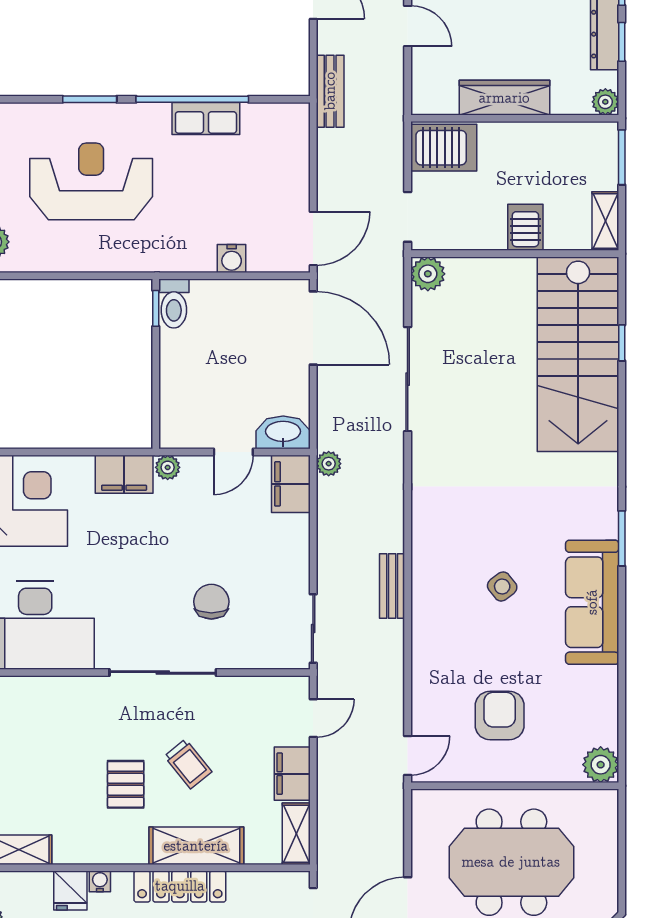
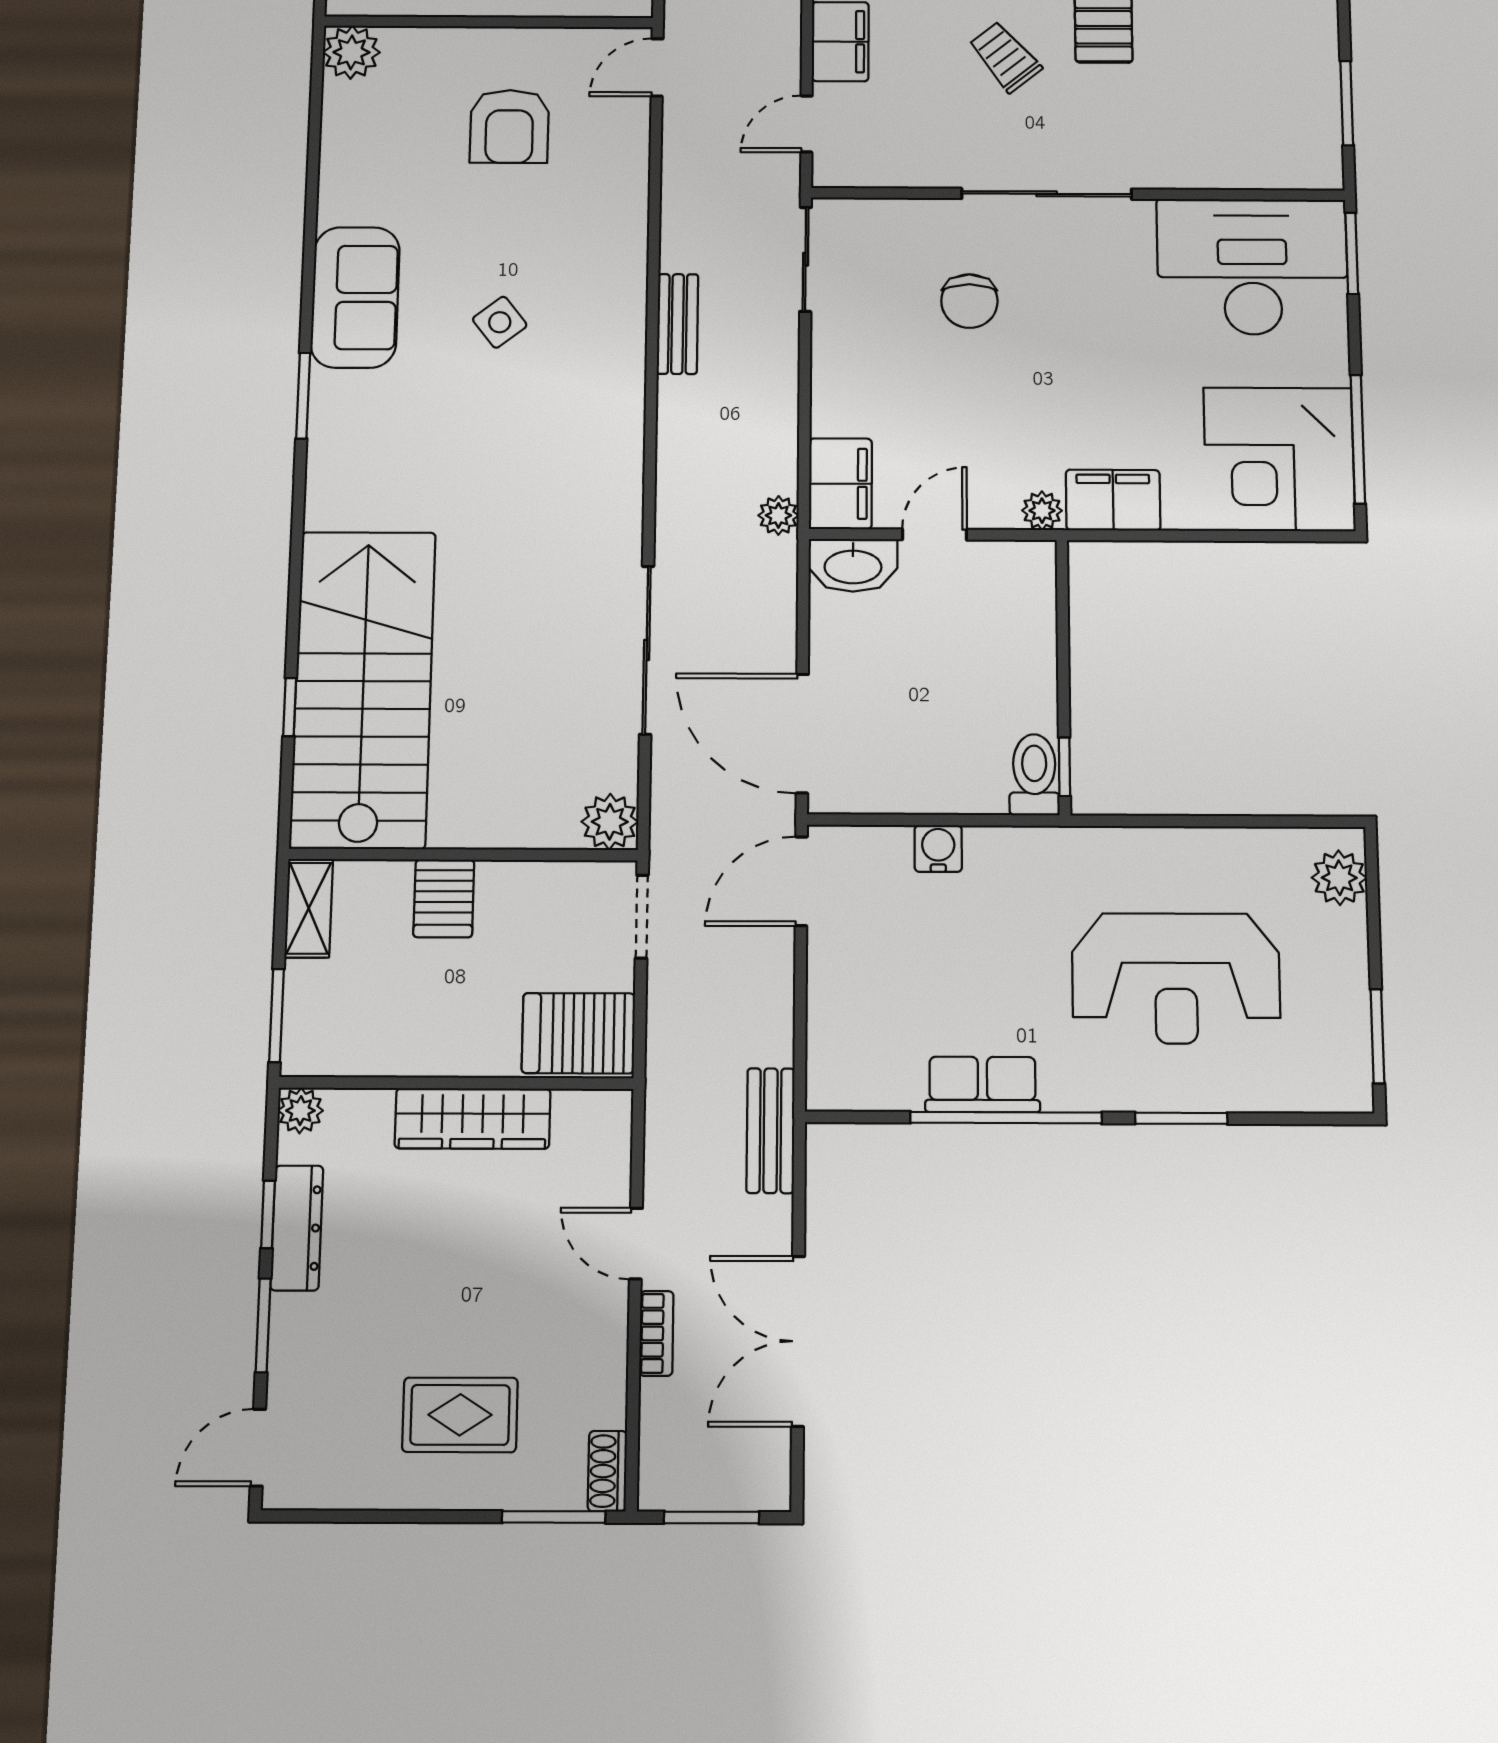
sofa: (592, 602) -> (355, 297), width x0.73

